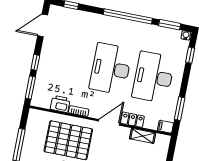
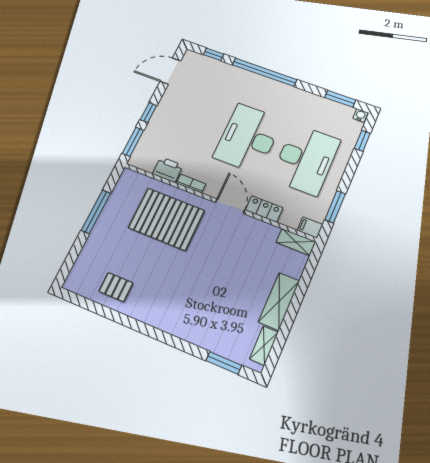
window: (128, 16) -> (264, 72), moved
desk: (154, 77) -> (305, 159), turned 180
door: (109, 122) -> (230, 206), hinge flipped
shelving: (143, 136) -> (296, 242), moved

